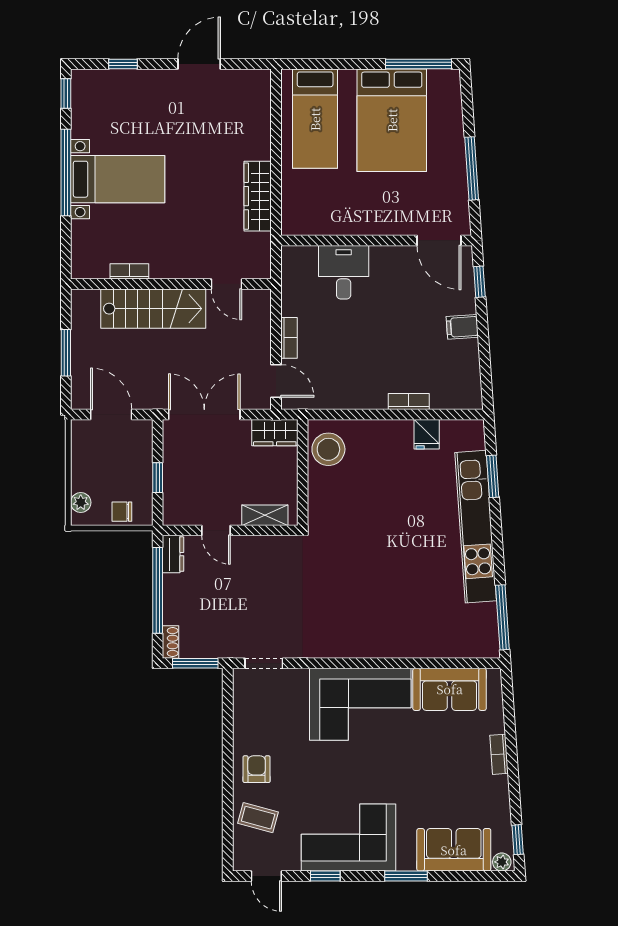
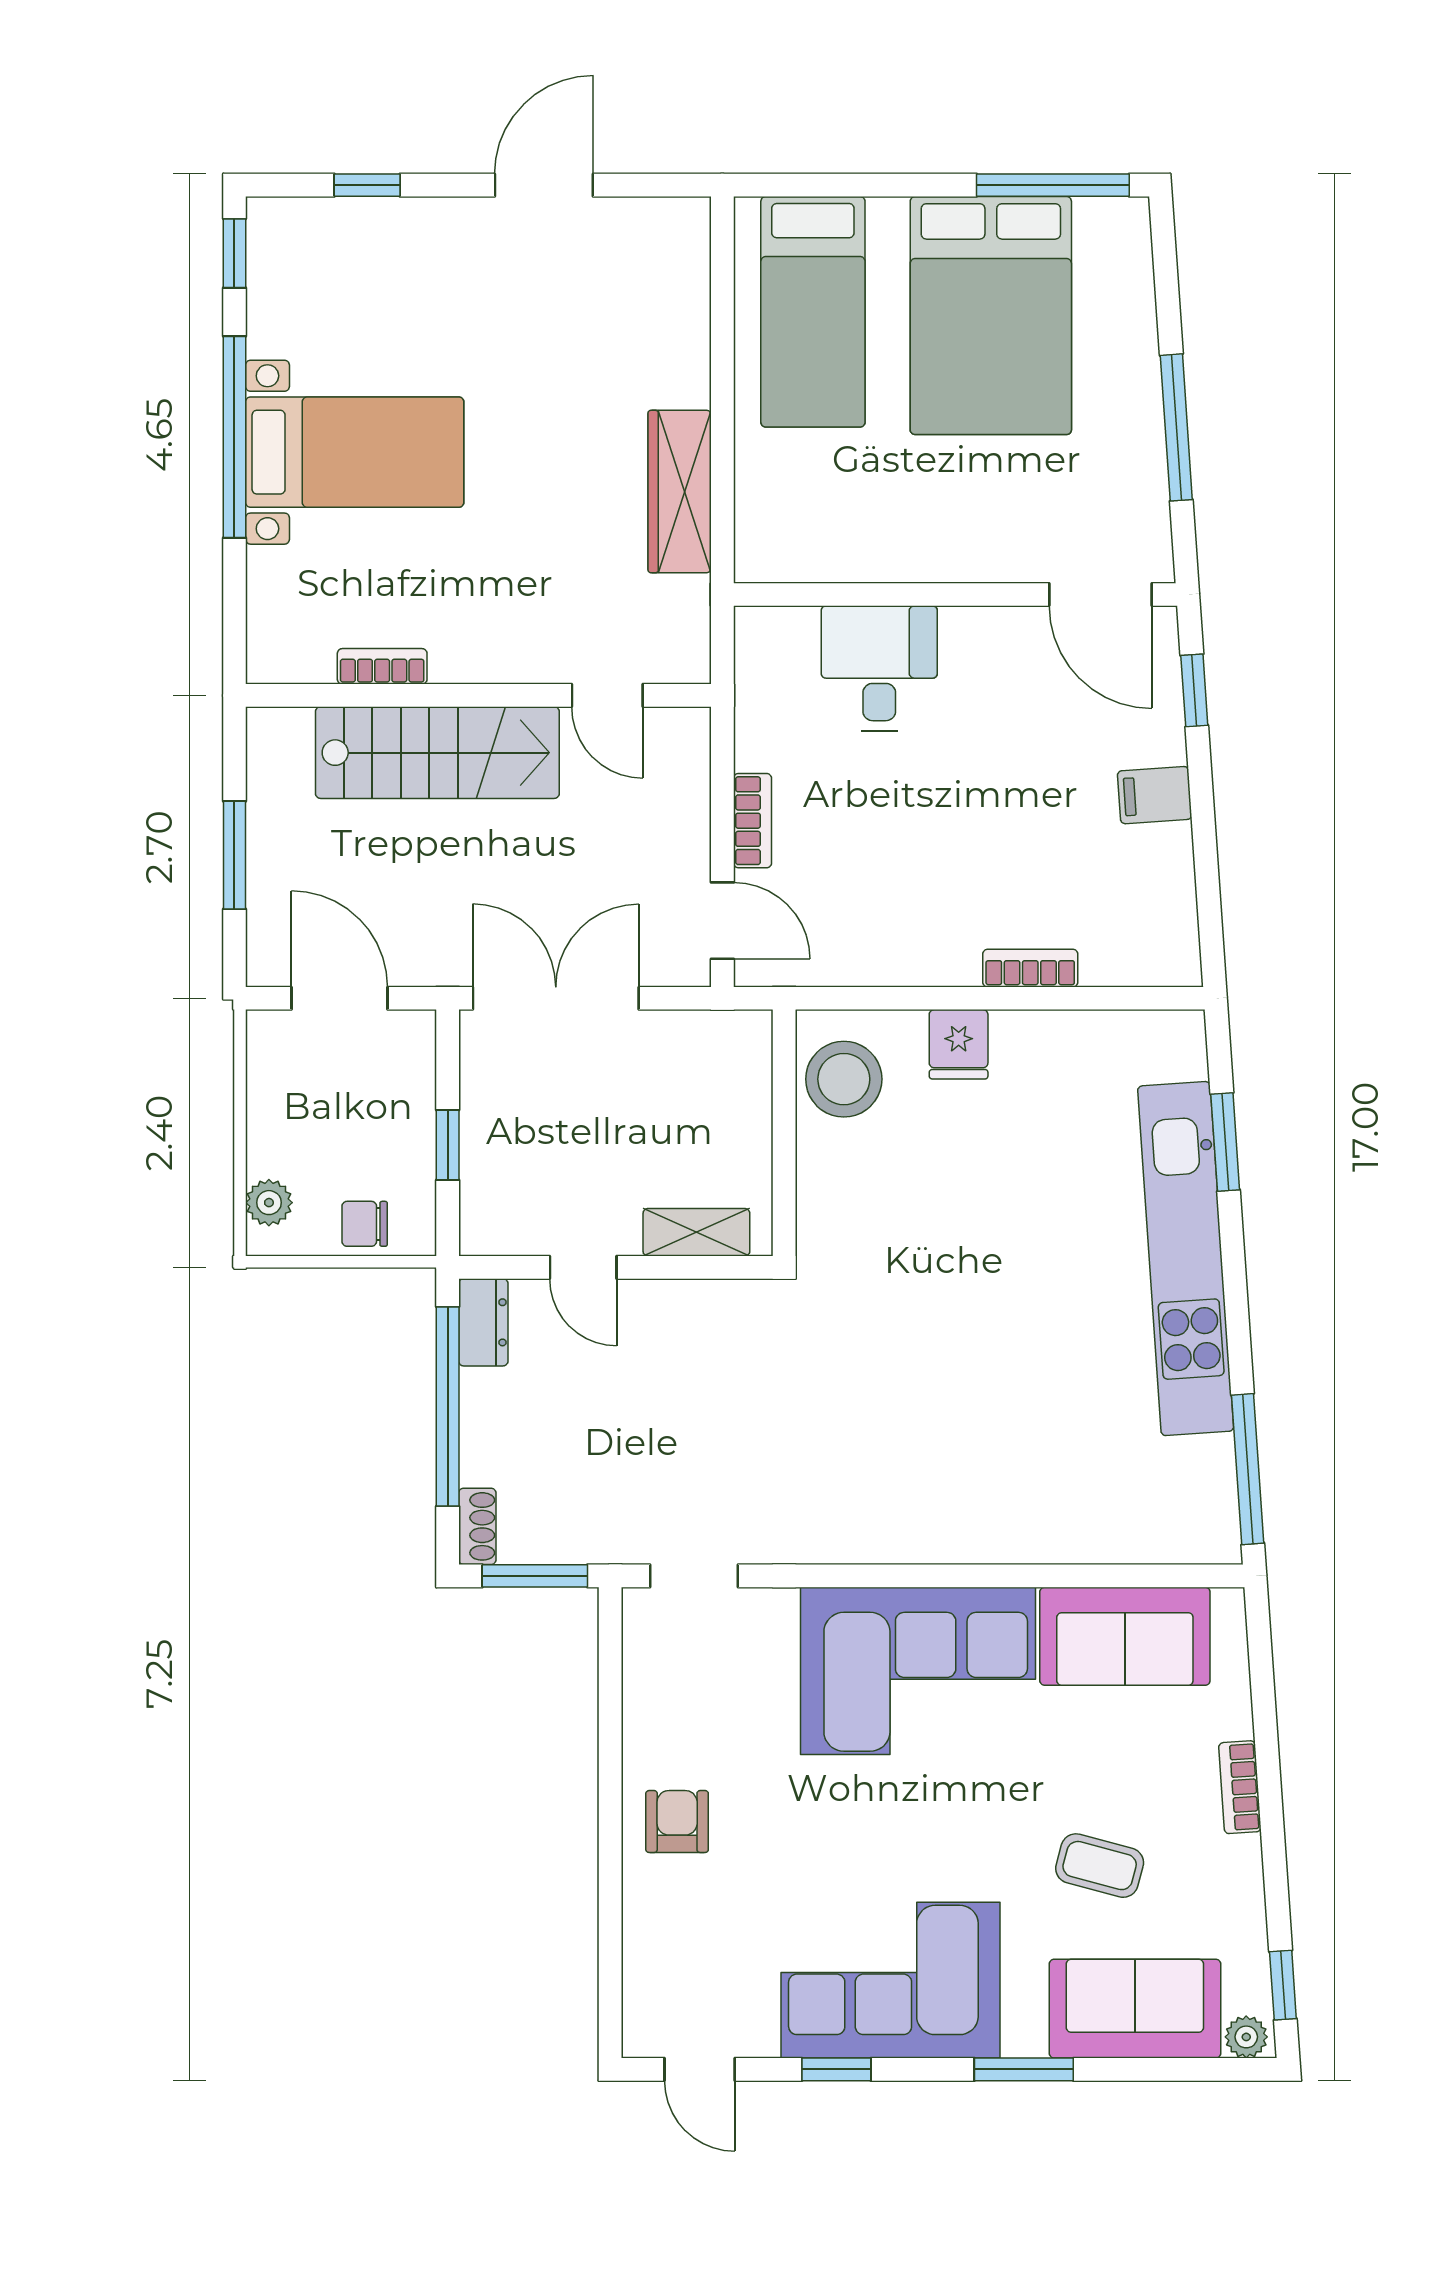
wardrobe: (275, 433) -> (719, 1040), removed
fridge: (427, 434) -> (959, 1044), moved
coffee table: (258, 818) -> (1100, 1866), moved

